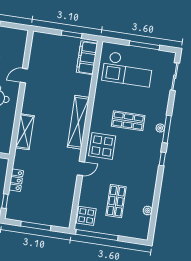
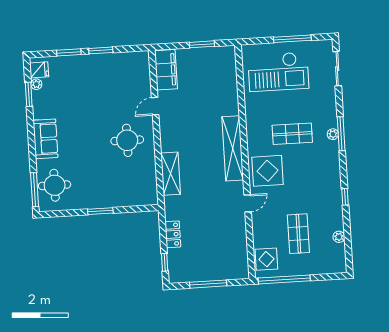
filing cabinet: (87, 58) -> (166, 70), moved, turned 180
window: (162, 159) -> (345, 197), moved

